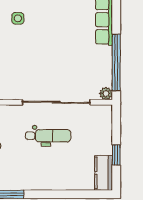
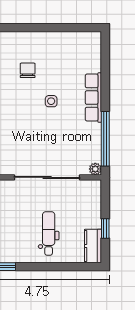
side table: (18, 18) -> (51, 101), moved
dental chair: (48, 136) -> (49, 233), moved, turned -90

